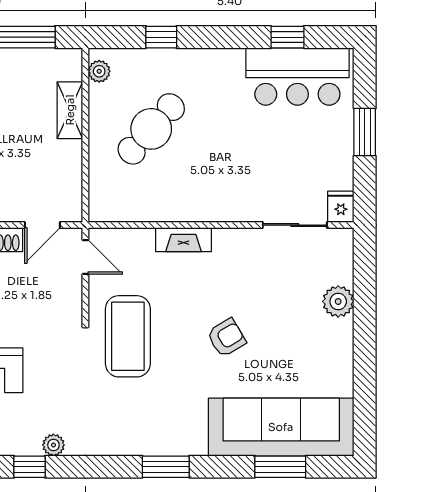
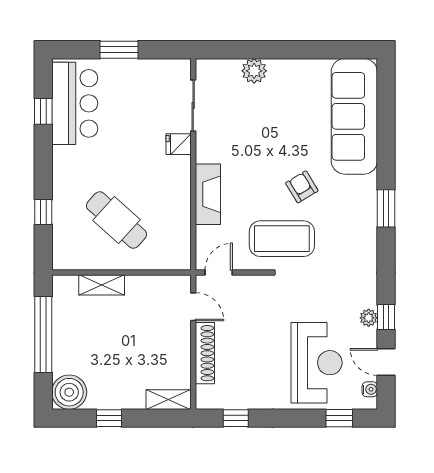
plant: (99, 71) -> (71, 262), removed
fridge: (341, 207) -> (179, 144), moved
fireplace: (184, 240) -> (208, 194), width x1.37, depth x1.32
armchair: (226, 338) -> (302, 187), moved
plant: (53, 445) -> (369, 318), moved
window: (280, 467) -> (386, 117), removed

